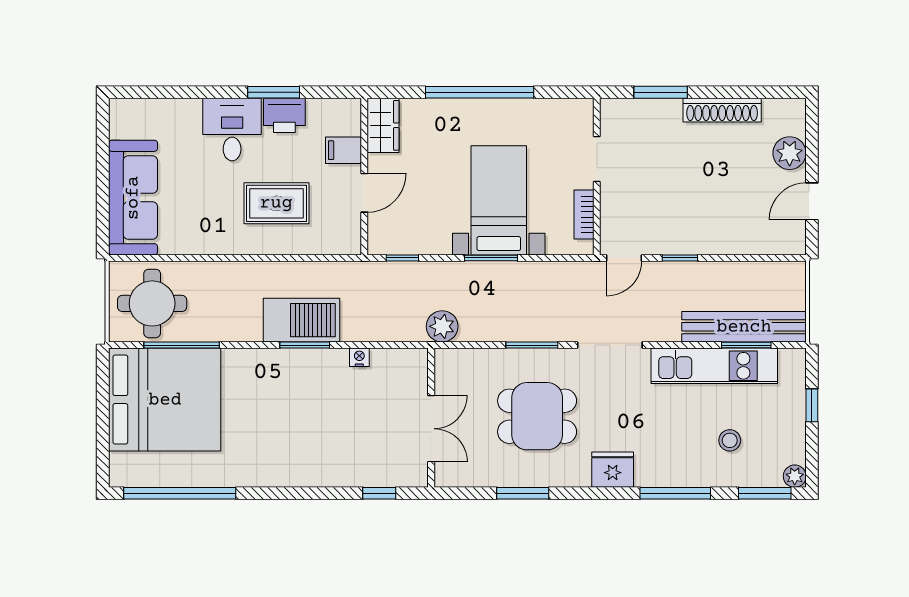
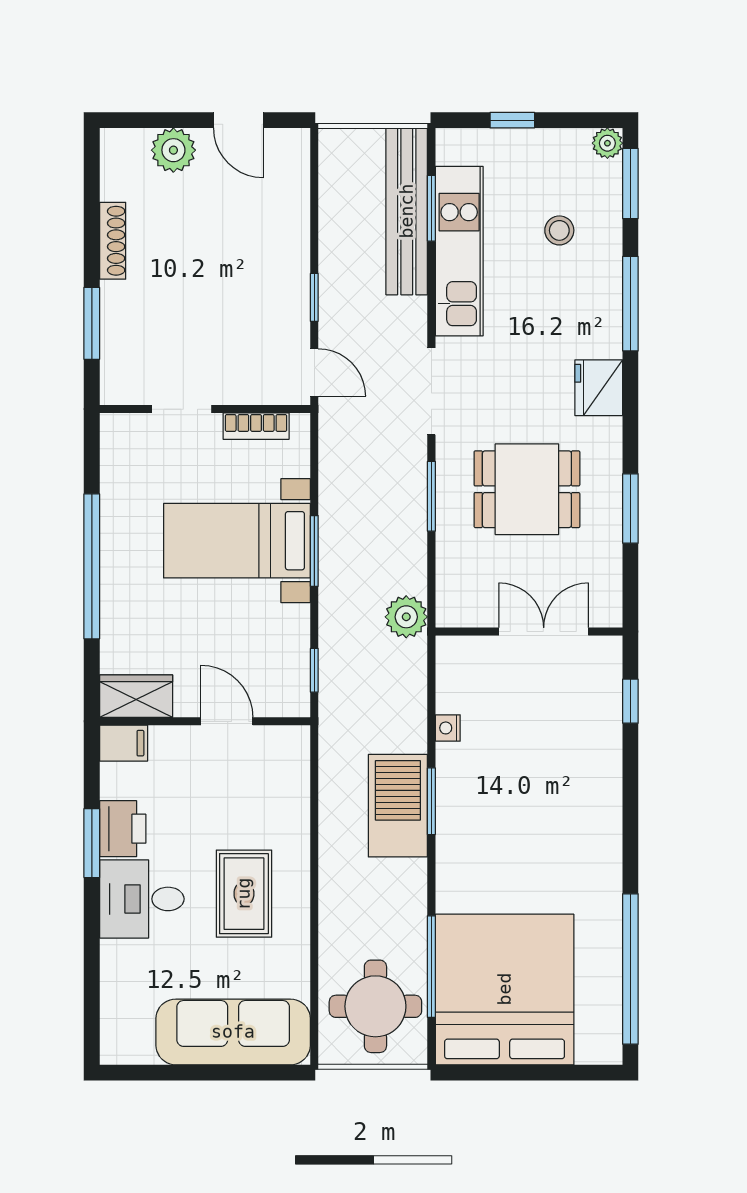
shoe rack: (722, 110) -> (113, 241), width x0.74, depth x0.81
filing cabinet: (344, 150) -> (124, 743), moved, turned -90
rug: (276, 203) -> (244, 894), moved
dining table: (537, 416) -> (527, 489), turned 90

